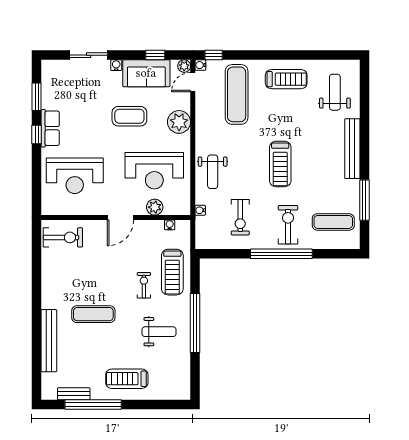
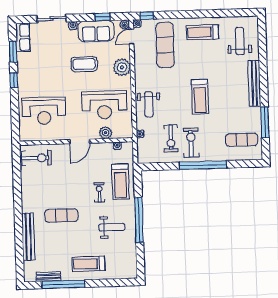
treadmill: (286, 79) -> (202, 32), turned 180
row of seats: (50, 128) -> (23, 37), moved
exercise bike: (288, 225) -> (191, 142), moved

